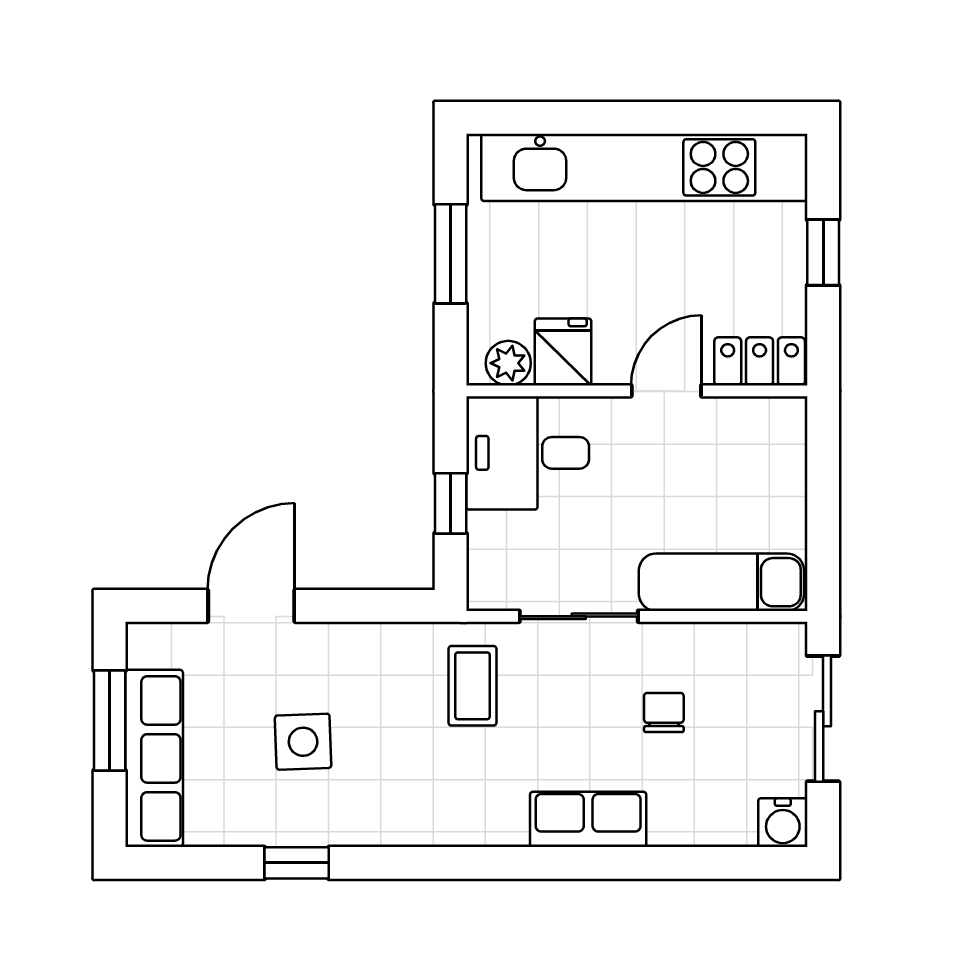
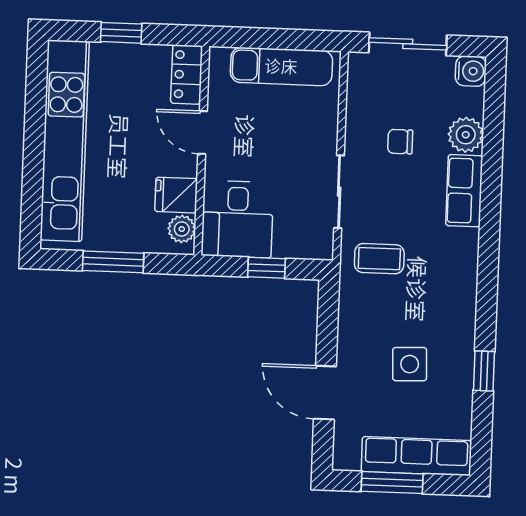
exam couch: (721, 582) -> (281, 66), moved, turned -90
plant: (679, 818) -> (466, 135), added

